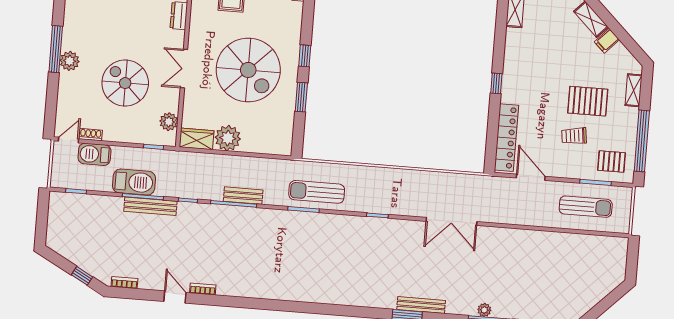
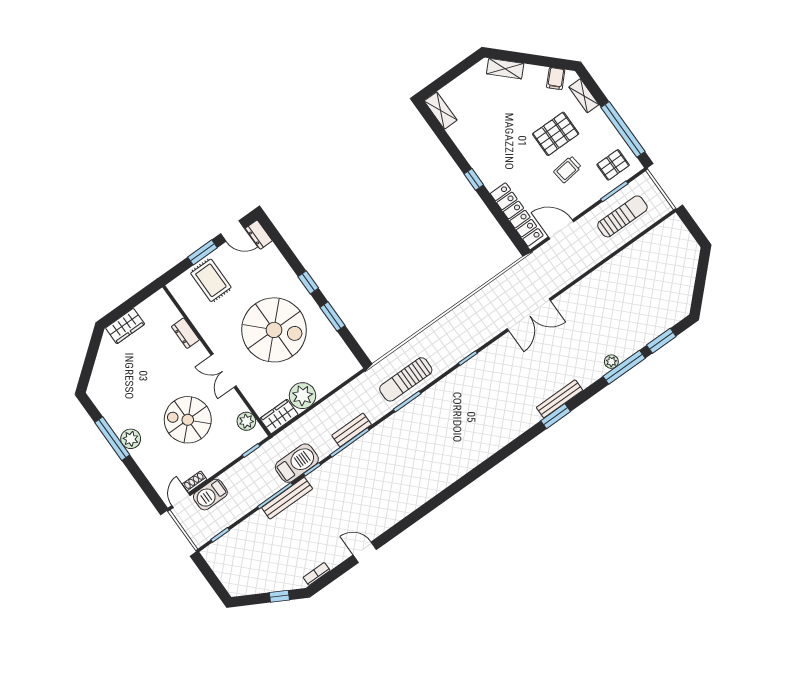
filing cabinet: (607, 41) -> (556, 79), moved
barbecue: (134, 182) -> (297, 463), moved
bookcase: (203, 289) -> (381, 528), removed

